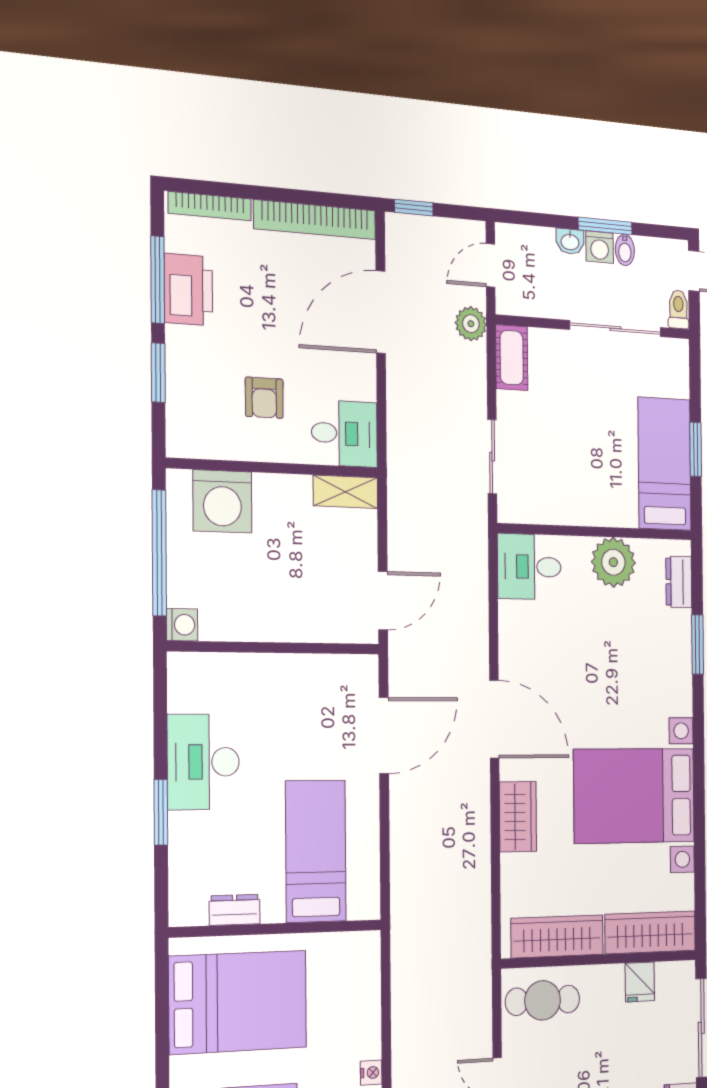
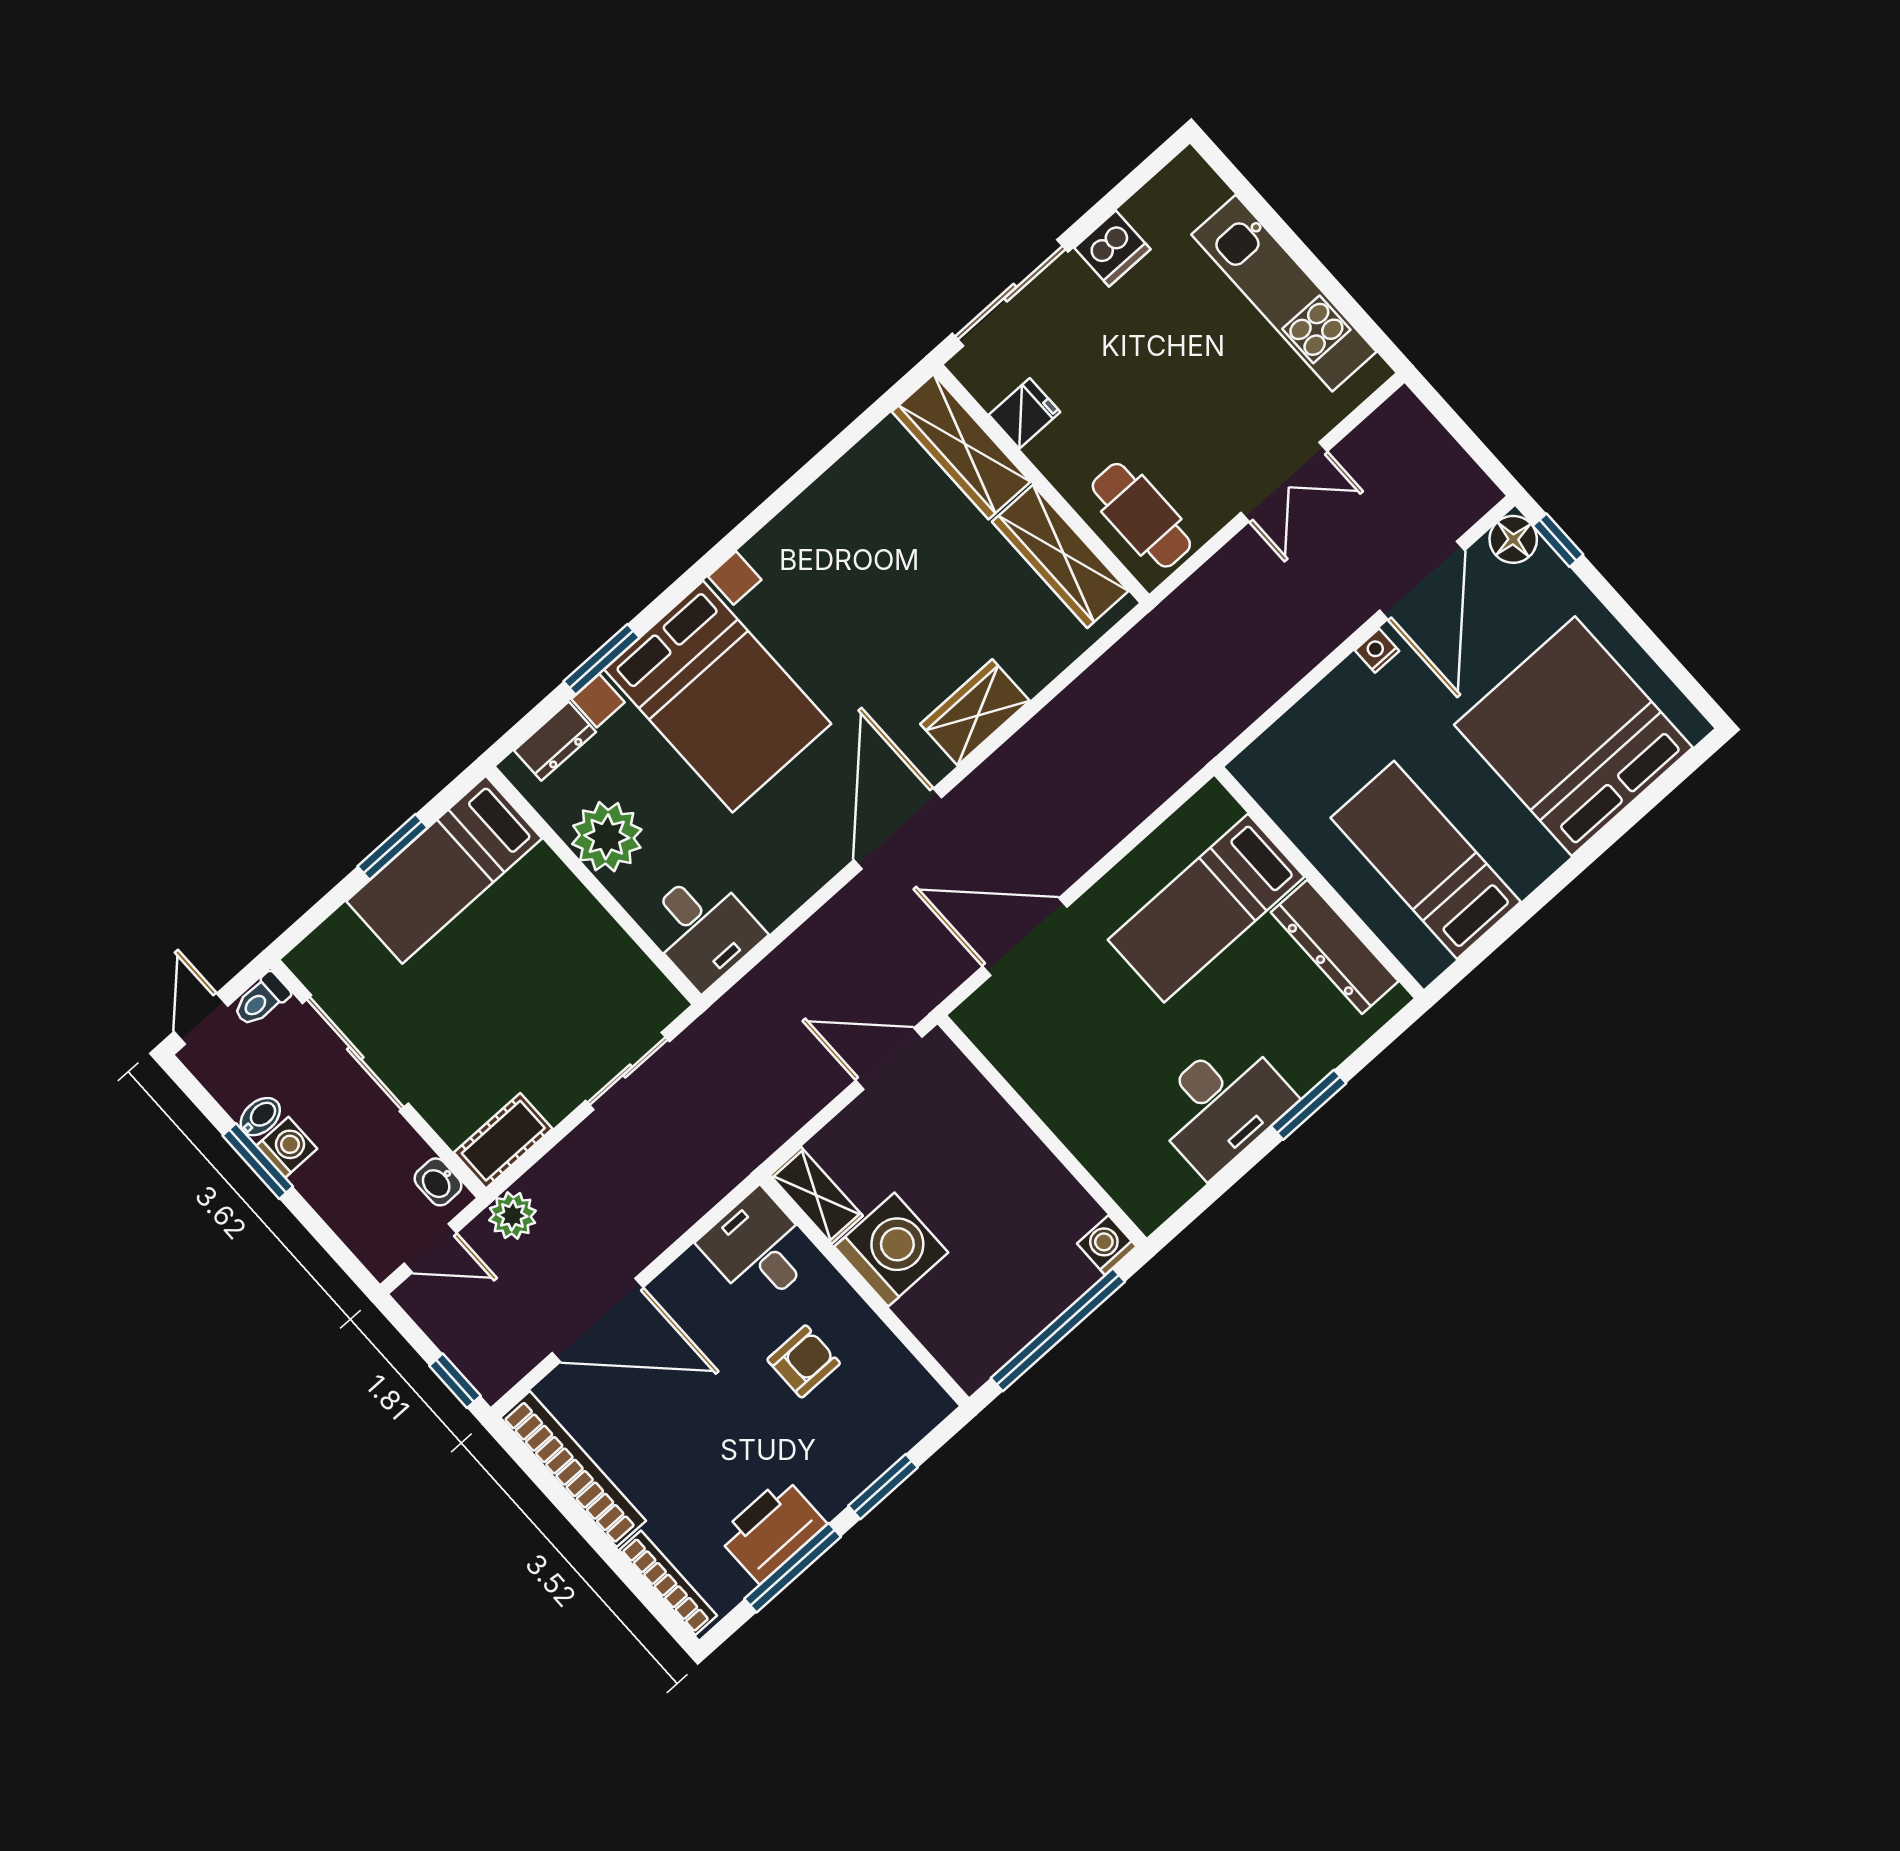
washbasin: (570, 241) -> (438, 1182), moved, turned 180
washing machine: (222, 501) -> (891, 1250), moved
bed with nightstands: (634, 796) -> (718, 697), moved
dresser: (235, 910) -> (1335, 947), width x1.96, depth x1.24
bed: (238, 1002) -> (1426, 860), width x0.67

